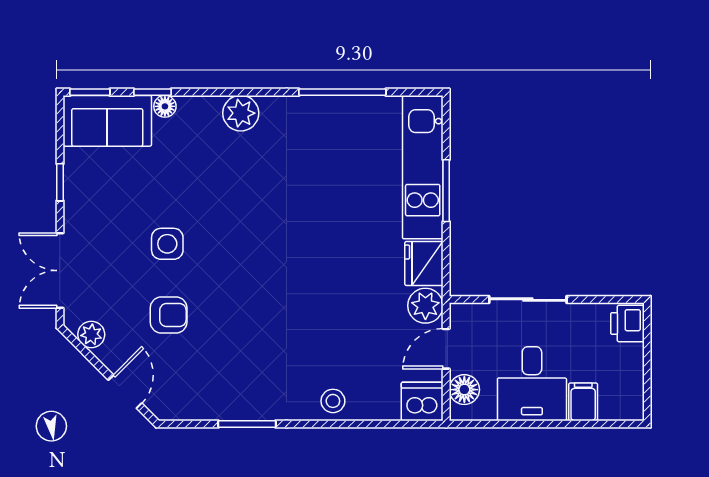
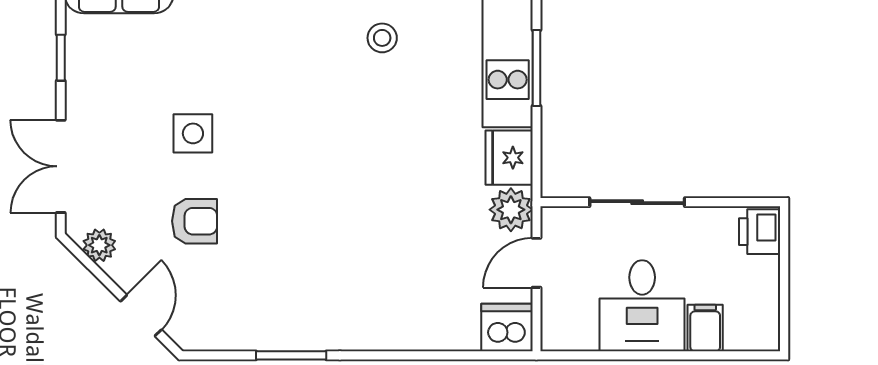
floor lamp: (464, 390) -> (559, 313), removed
stool: (333, 401) -> (382, 38), moved

